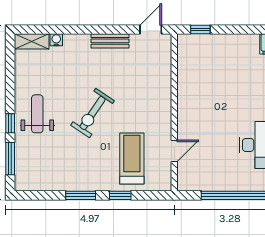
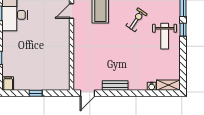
window: (200, 29) -> (36, 93), moved
exercise bike: (93, 113) -> (136, 20), moved, width x0.73, depth x0.72

